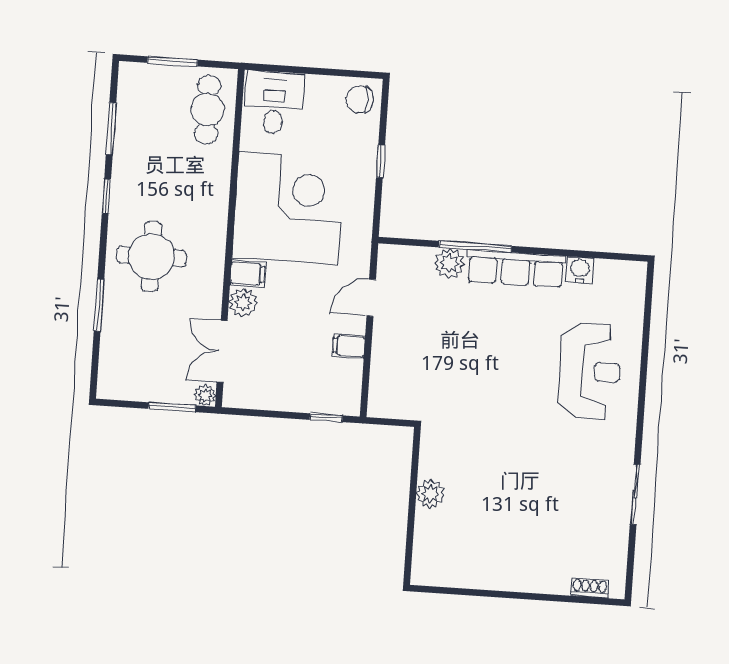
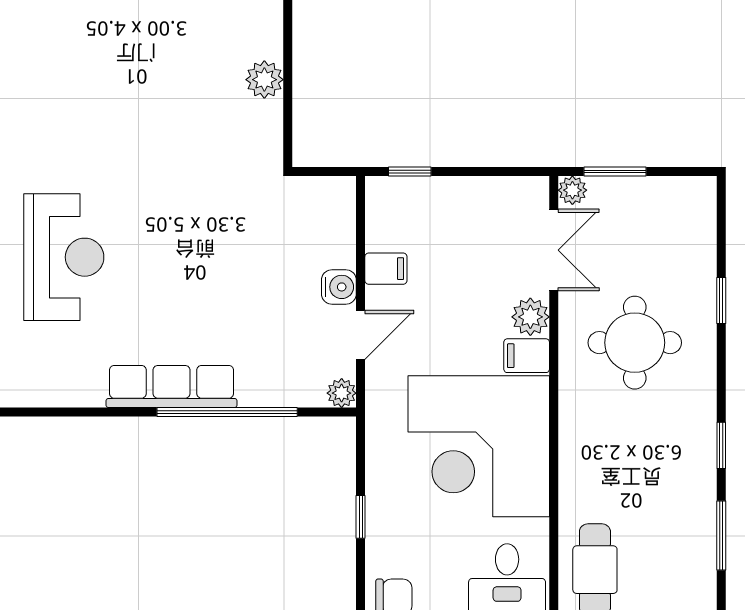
window: (475, 247) -> (227, 412), width x1.46
round table: (151, 257) -> (635, 343), moved
plant: (449, 263) -> (342, 393), moved, width x0.73, depth x0.73
water cooler: (580, 270) -> (339, 287), moved, turned -90
window: (99, 305) -> (721, 300), width x0.67
reception desk: (590, 371) -> (64, 257), turned 180

